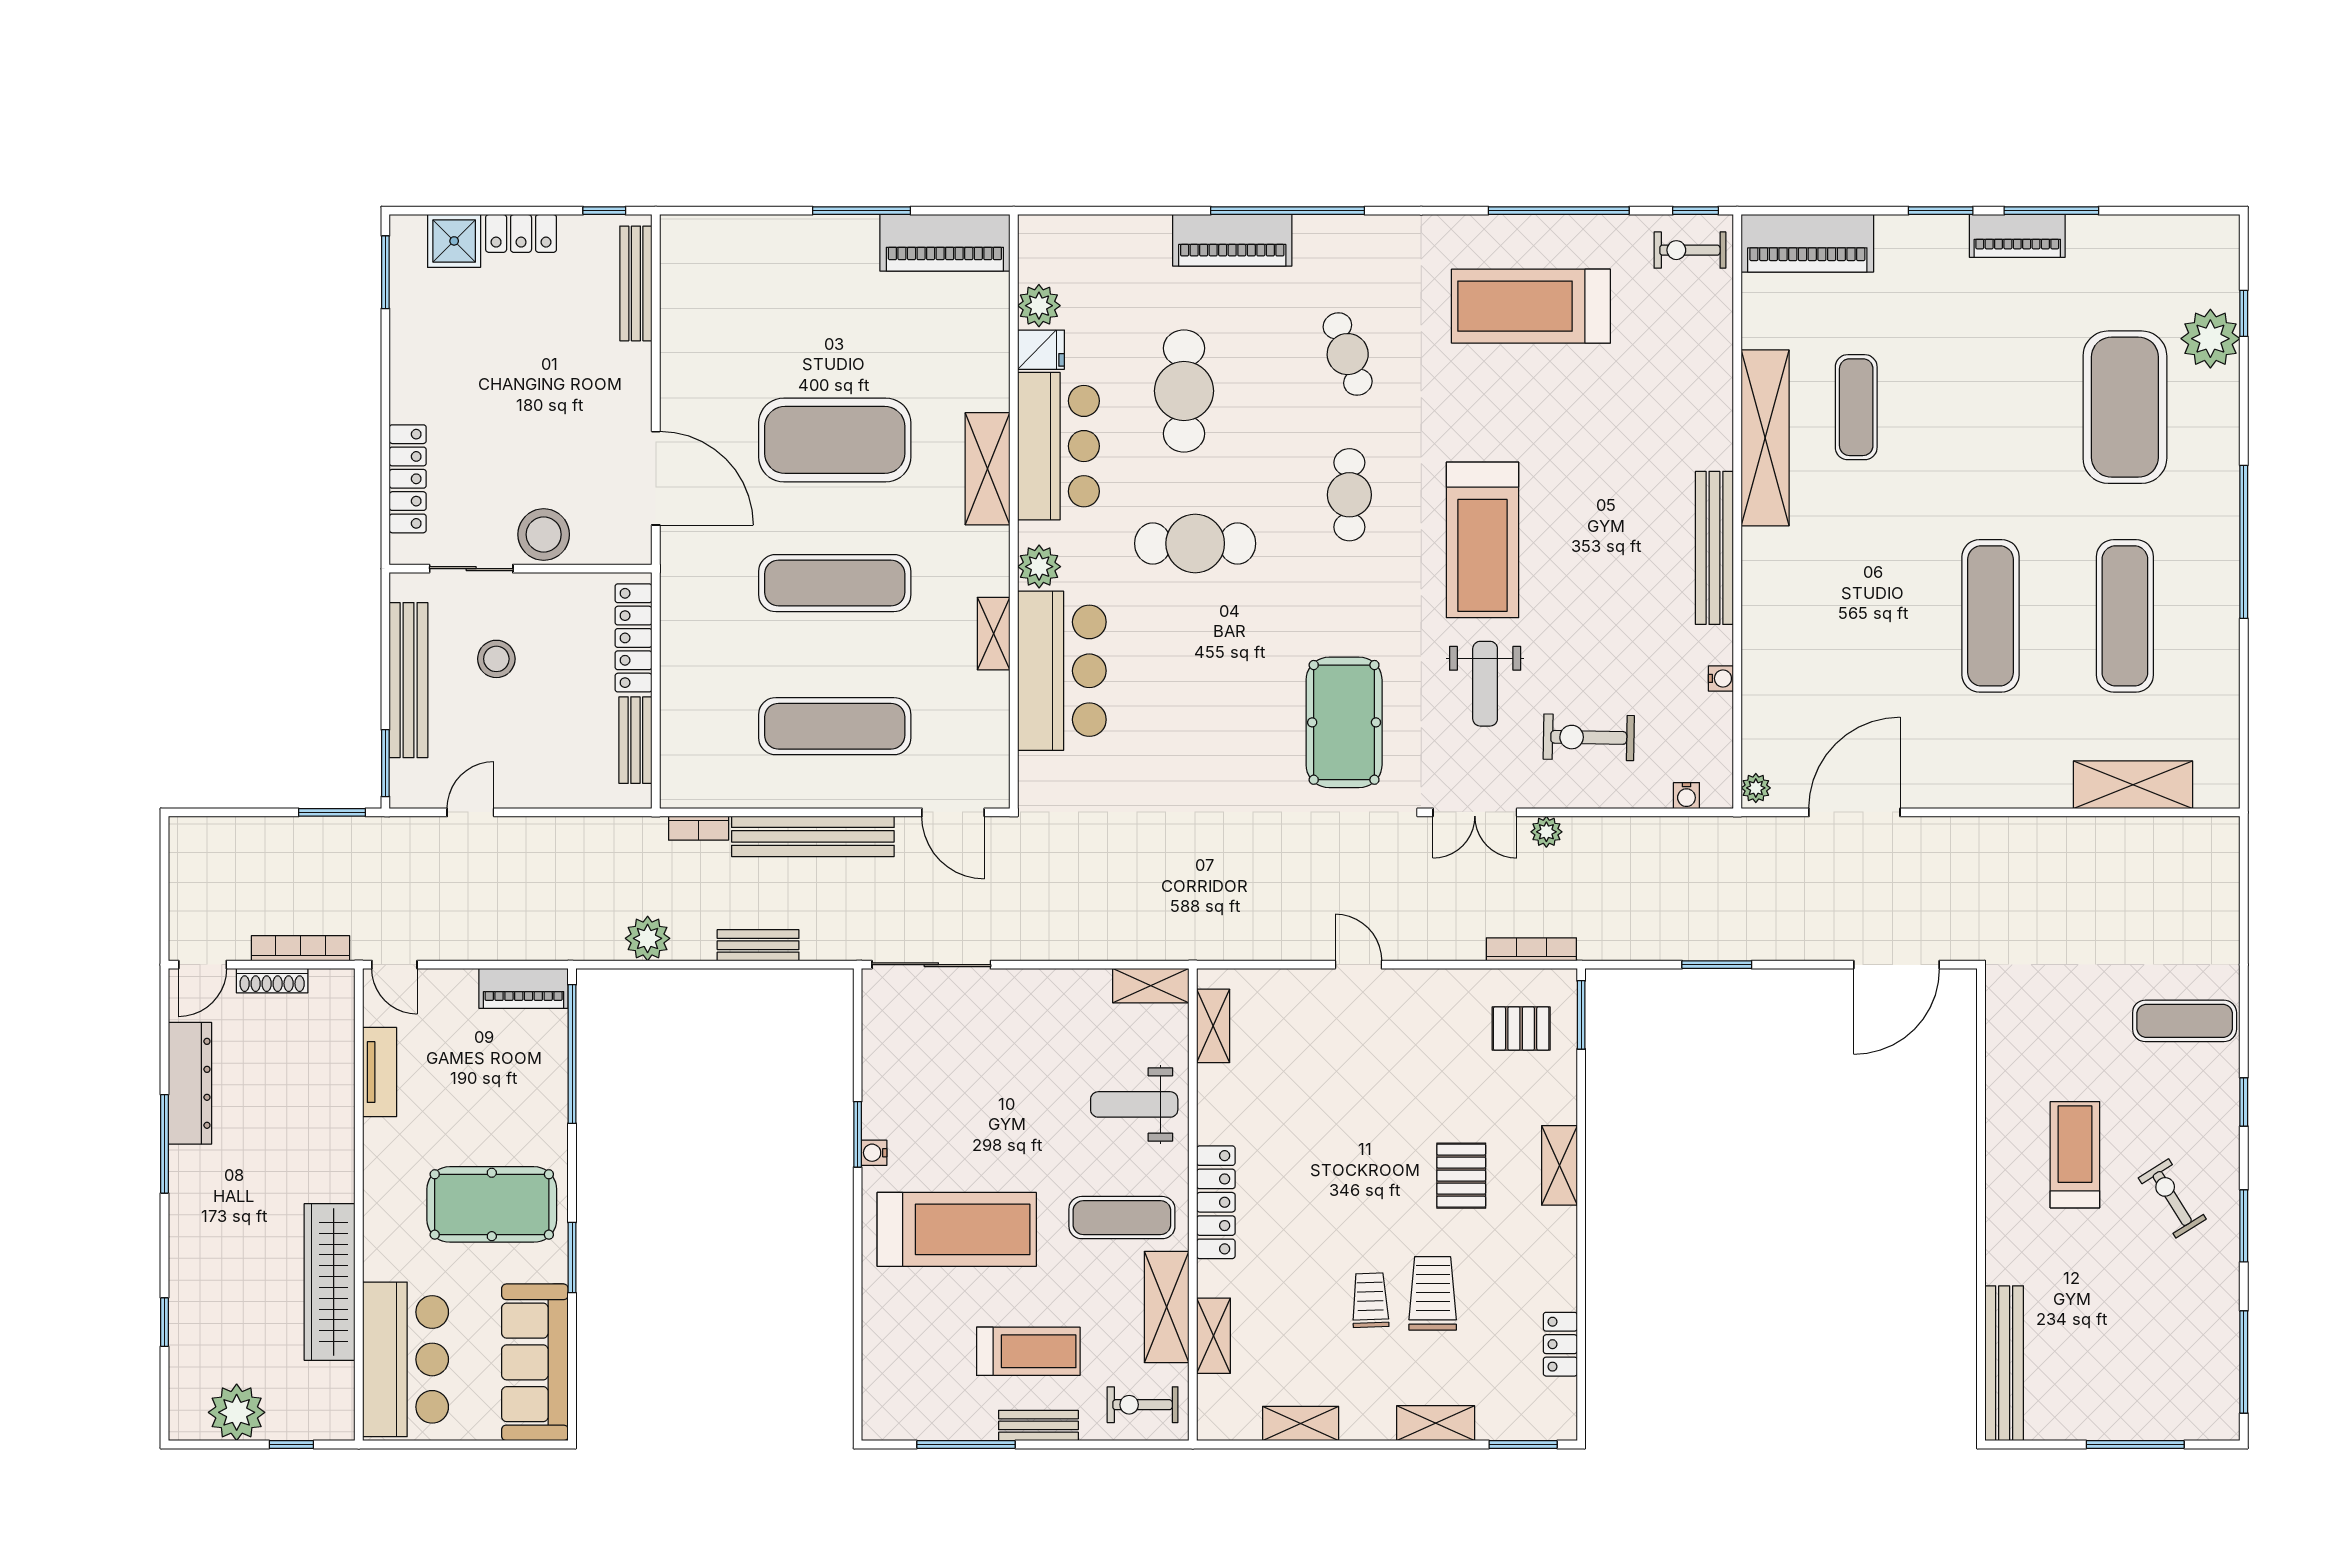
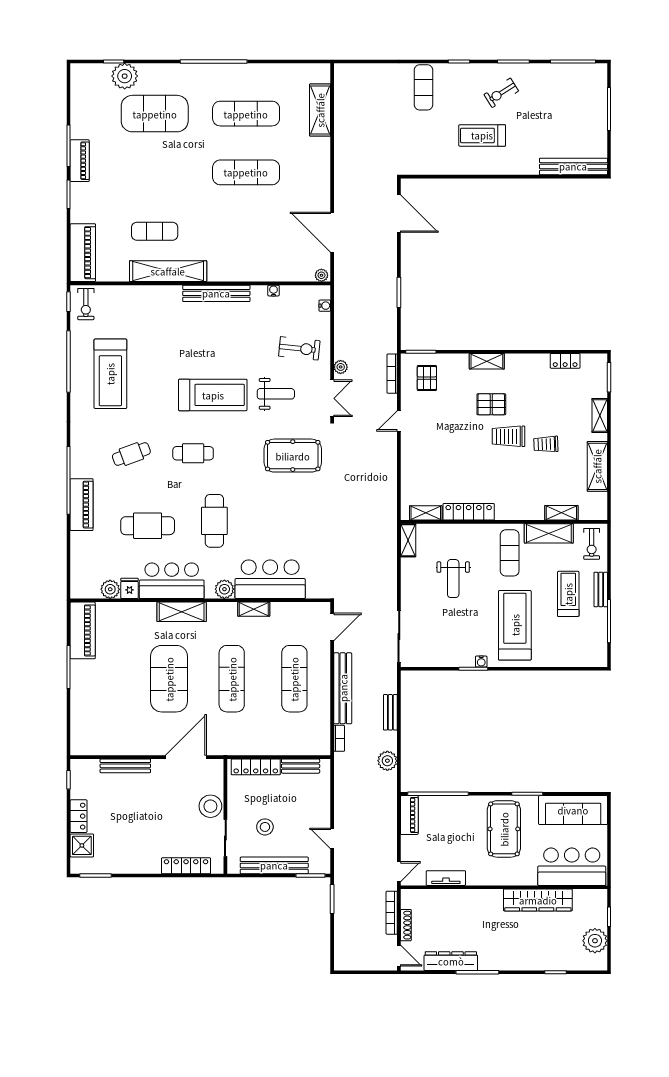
bench: (636, 283) -> (125, 766), moved
exercise bike: (1589, 737) -> (299, 348), turned -85
door: (1358, 965) -> (399, 421), moved
weight bench: (1134, 1104) -> (453, 579), moved
locker: (1216, 1202) -> (469, 512), moved
trolley: (1433, 1293) -> (509, 436), moved
shelving: (1301, 1424) -> (597, 466), width x1.50, depth x1.33

